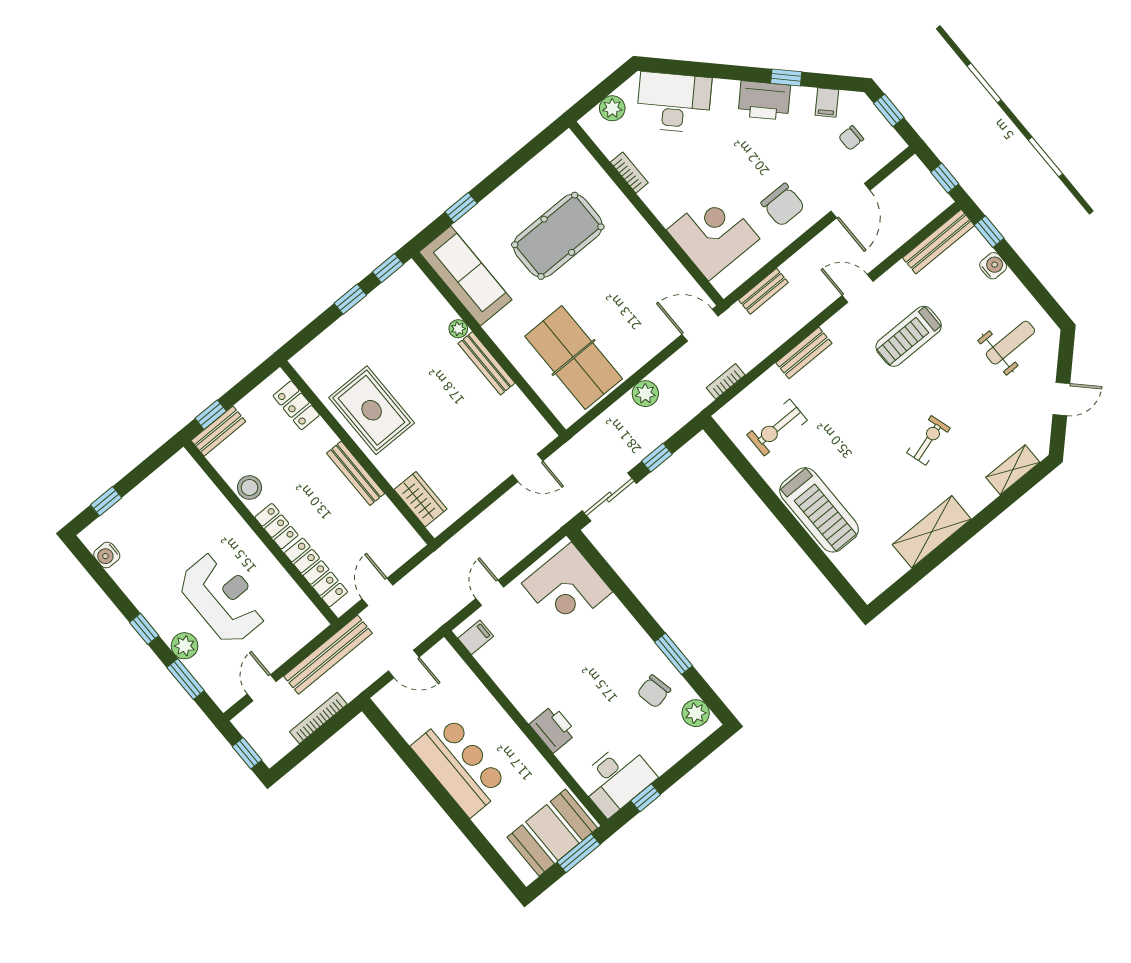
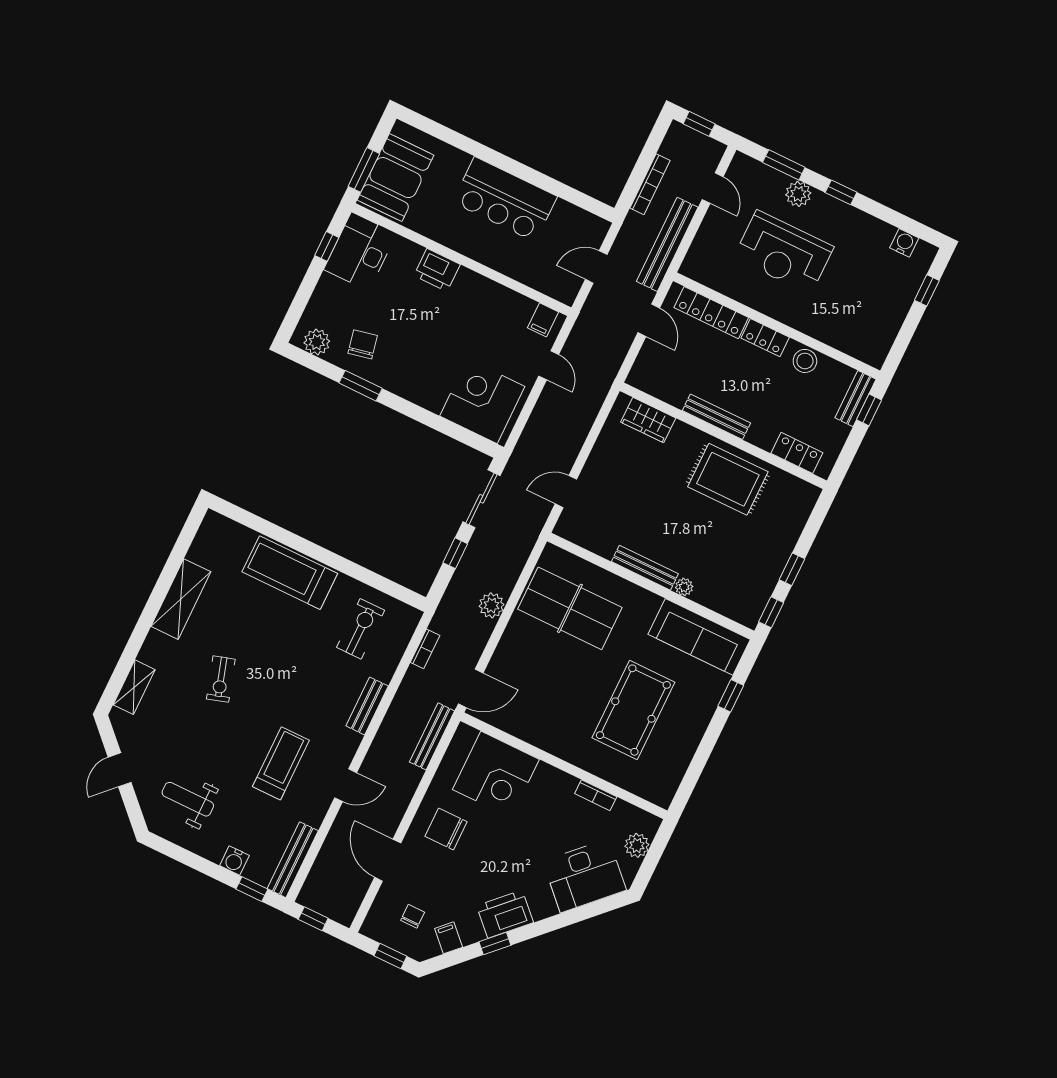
bench: (763, 291) -> (432, 736), width x1.36
weight bench: (1010, 343) -> (188, 799), turned 90

